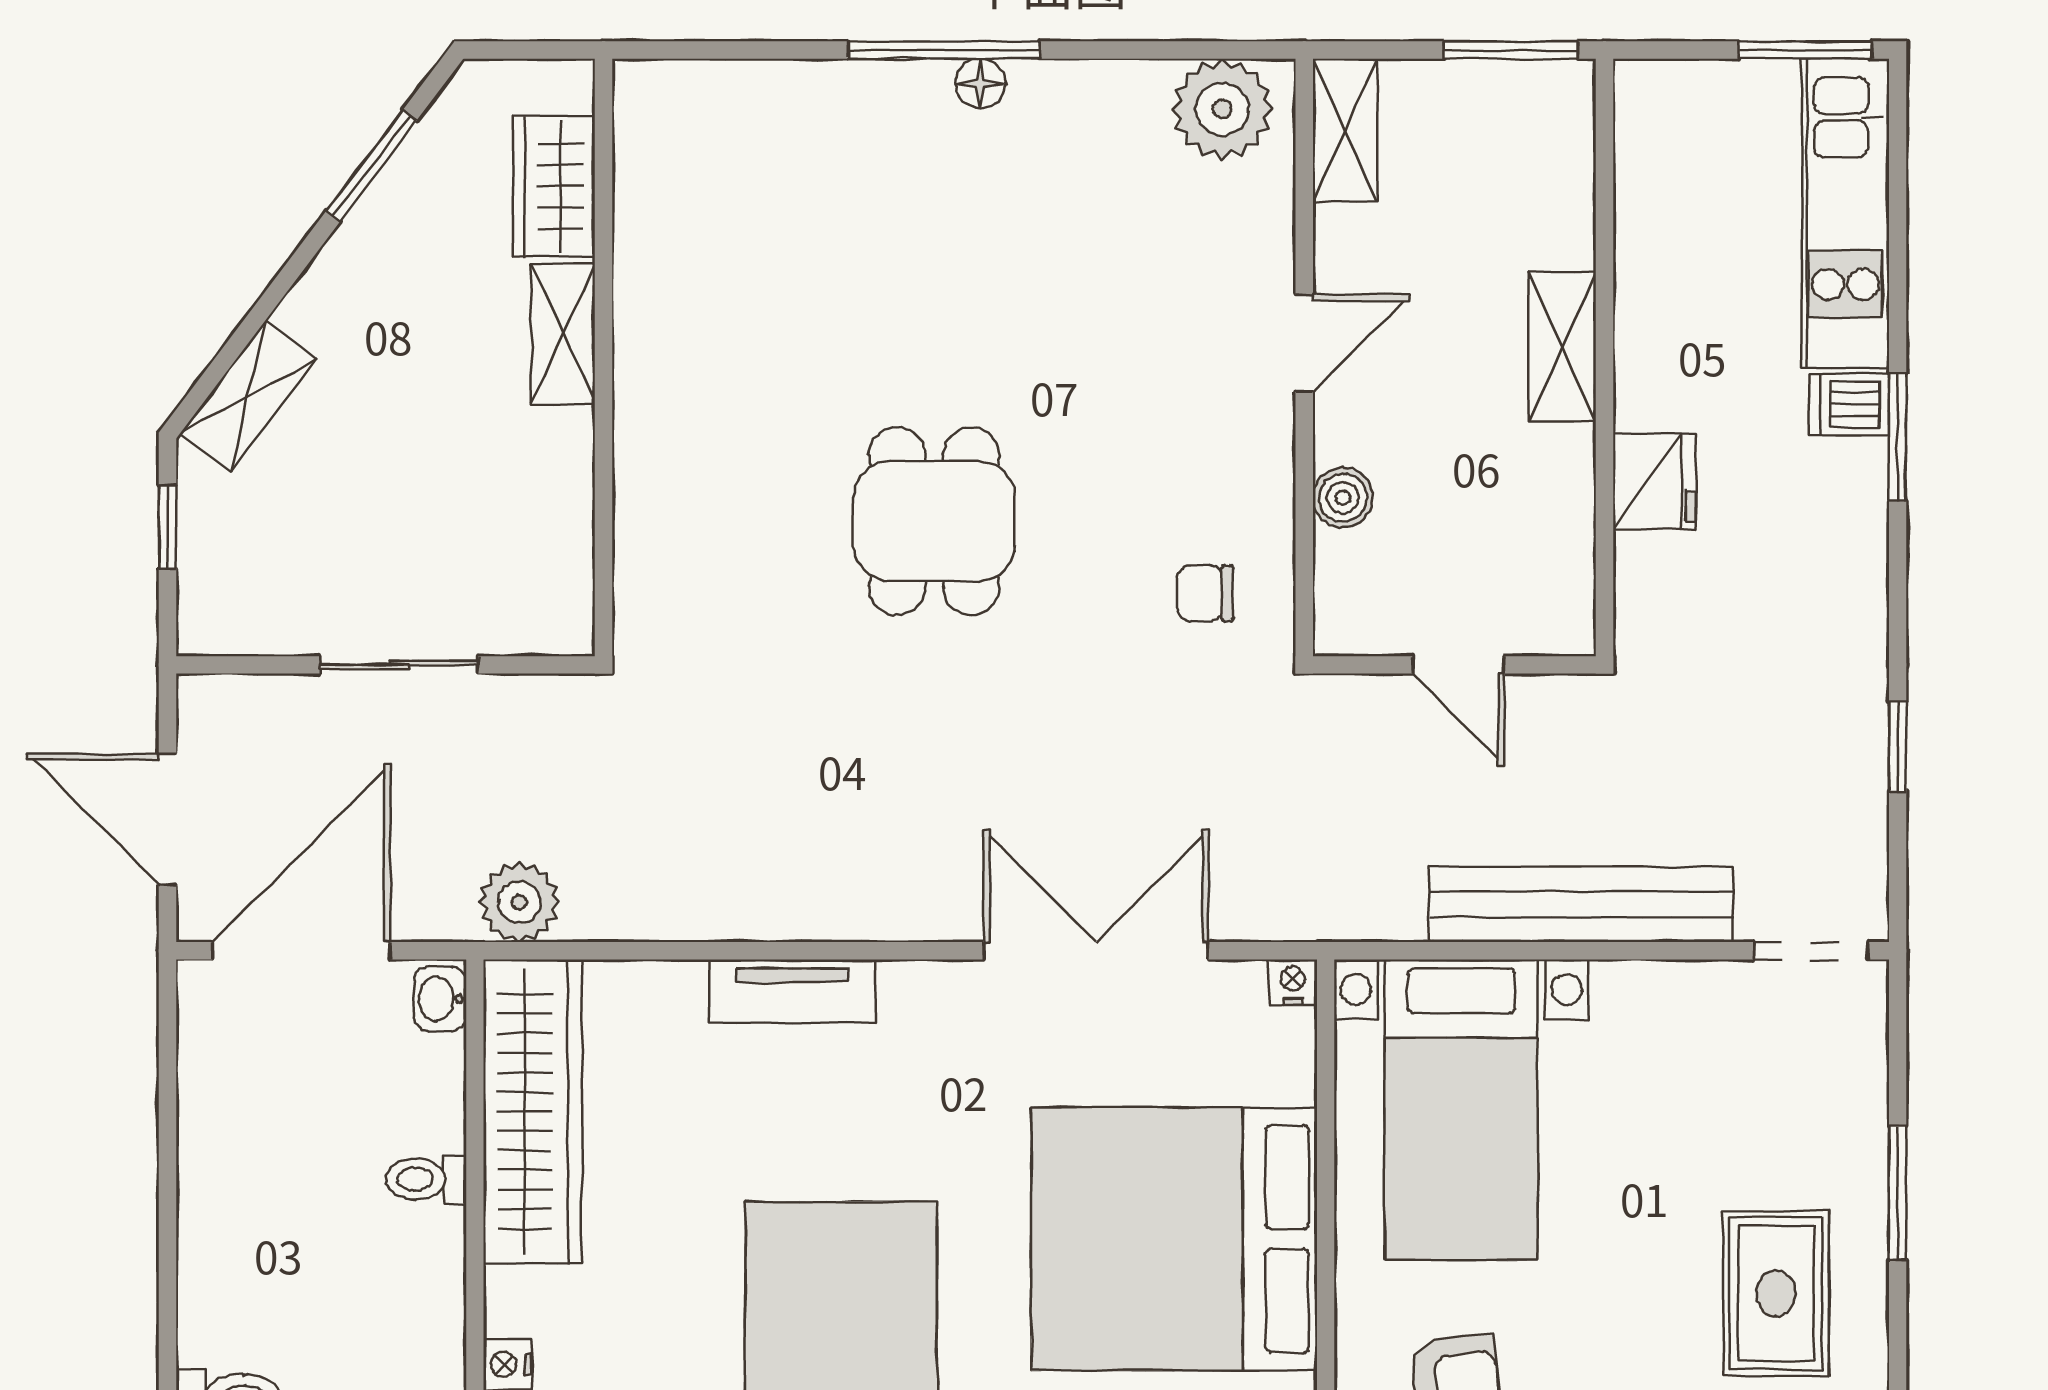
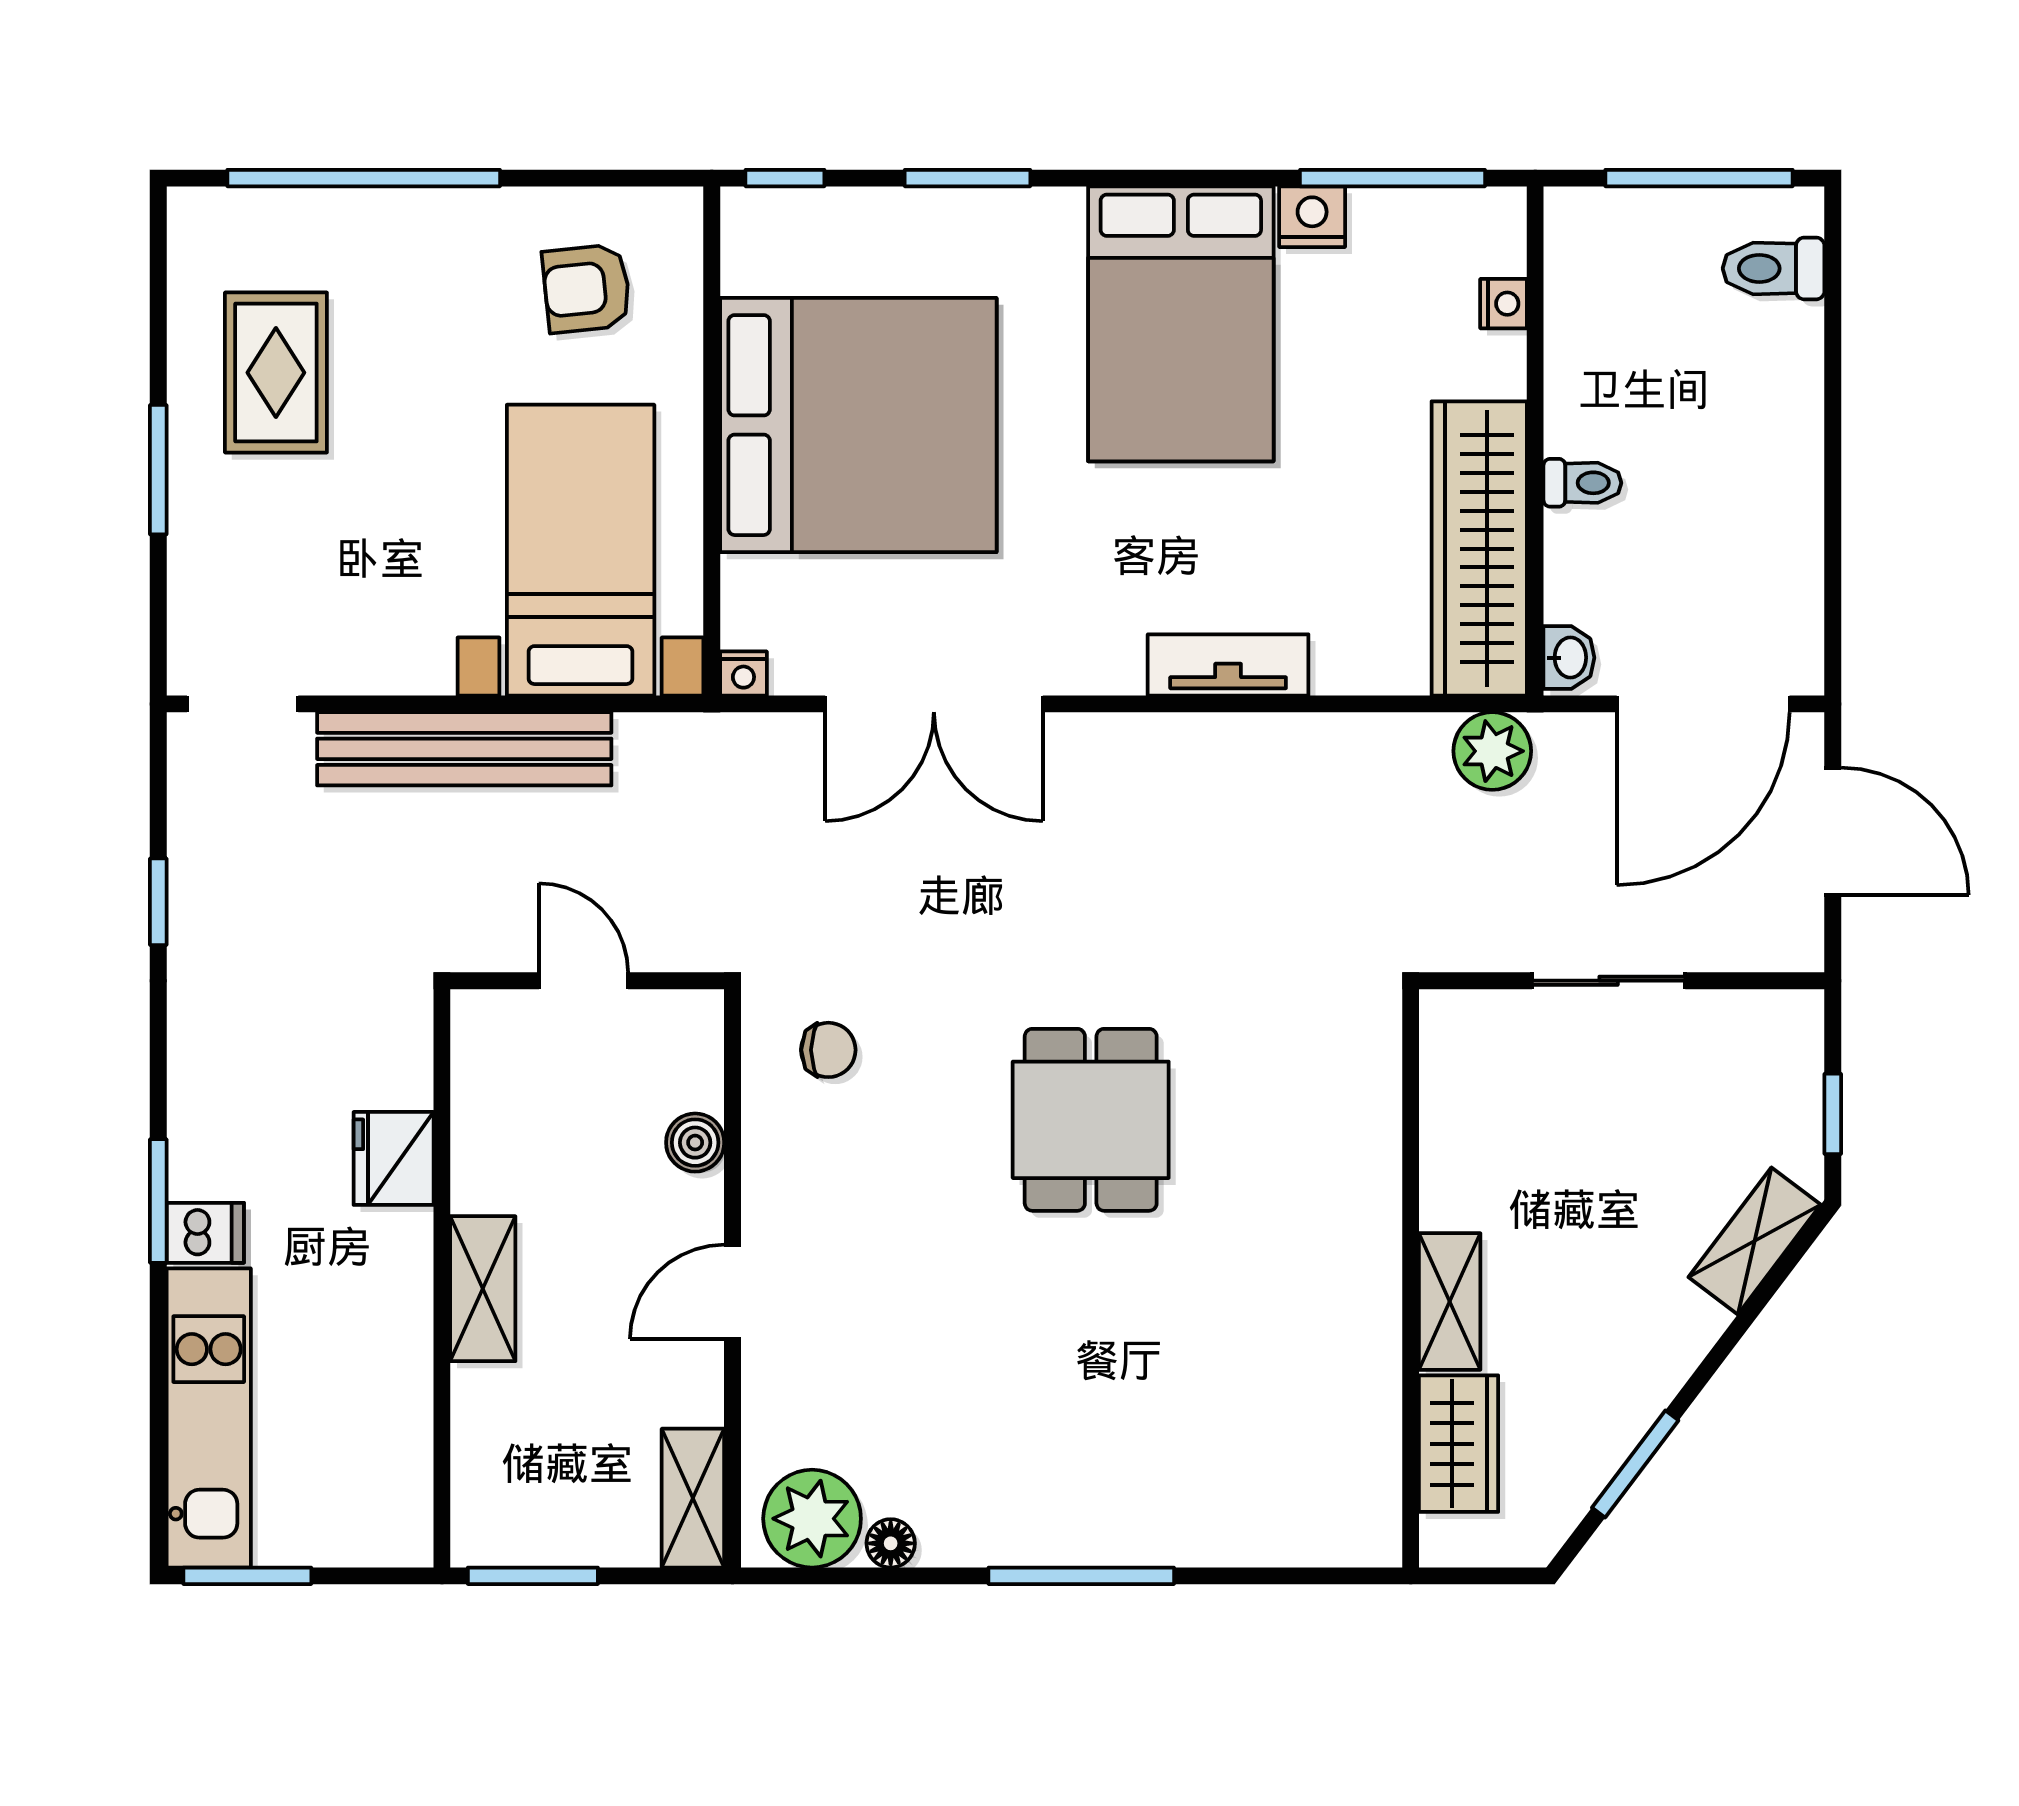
floor lamp: (980, 84) -> (891, 1543), moved

